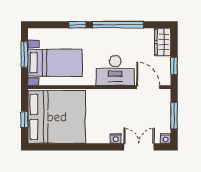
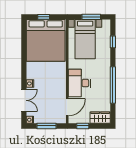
window: (77, 25) -> (113, 42), moved

